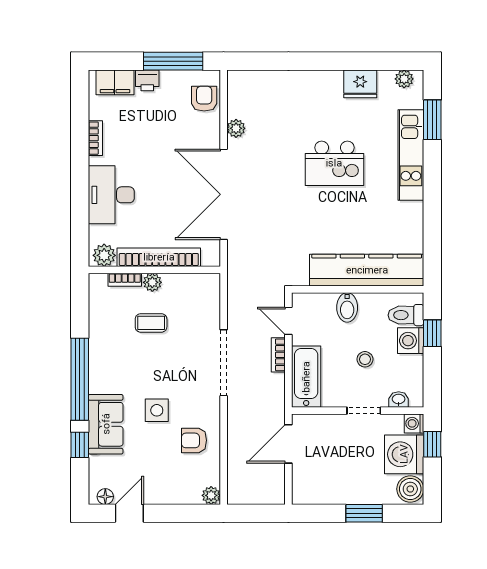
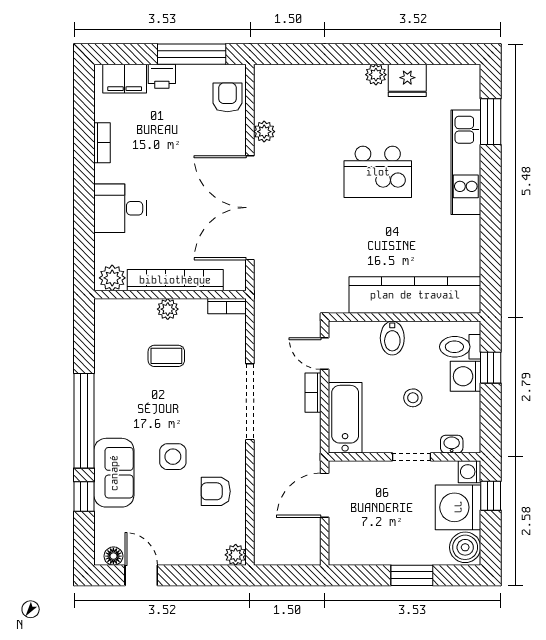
plant: (404, 79) -> (376, 75), moved
desk: (111, 195) -> (120, 208), width x0.73
bookcase: (125, 280) -> (227, 306), moved
door: (129, 513) -> (141, 575), hinge flipped

